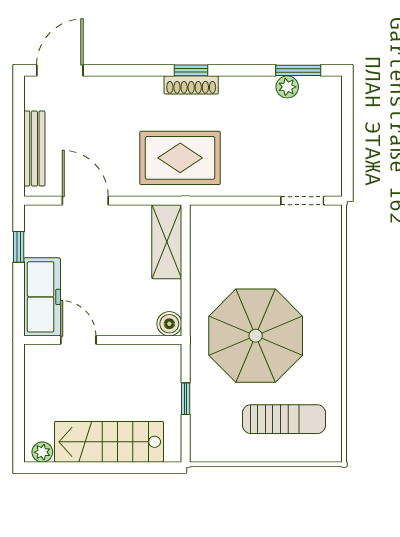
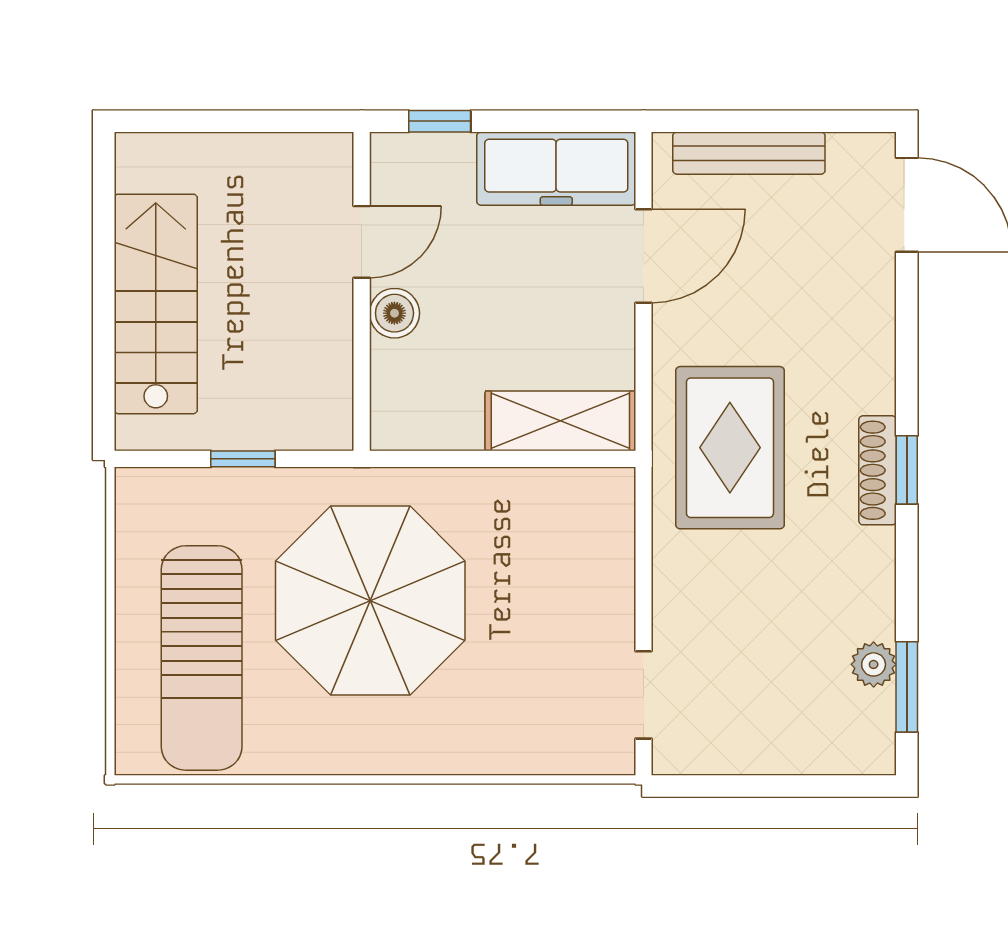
window: (19, 247) -> (440, 121), moved
freezer: (42, 297) -> (556, 169), moved
boiler: (169, 324) -> (394, 313), moved
sun lounger: (284, 419) -> (202, 658), width x1.36, depth x1.34
plant: (42, 452) -> (135, 169), removed

